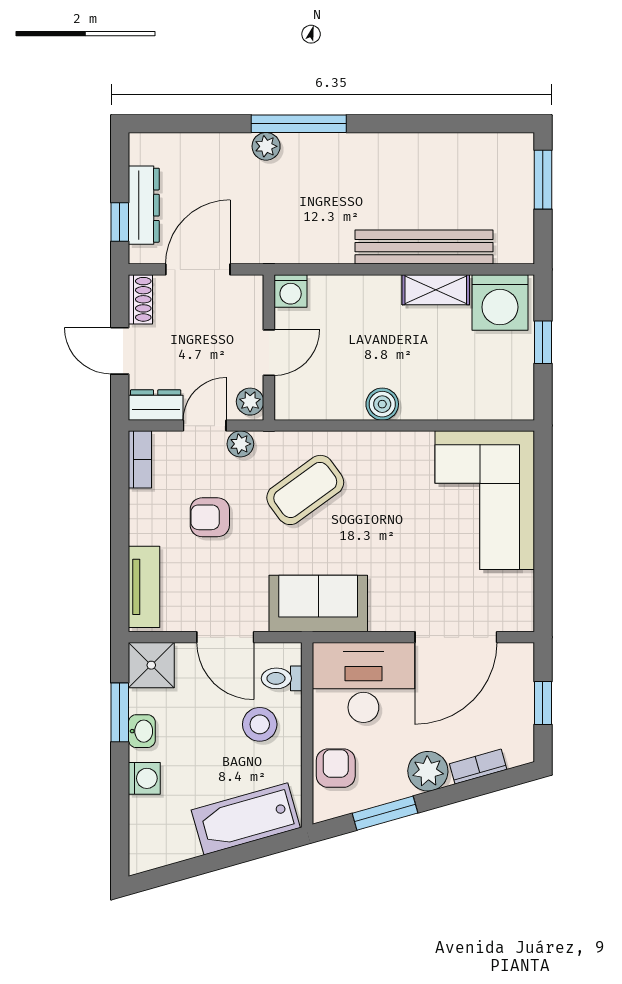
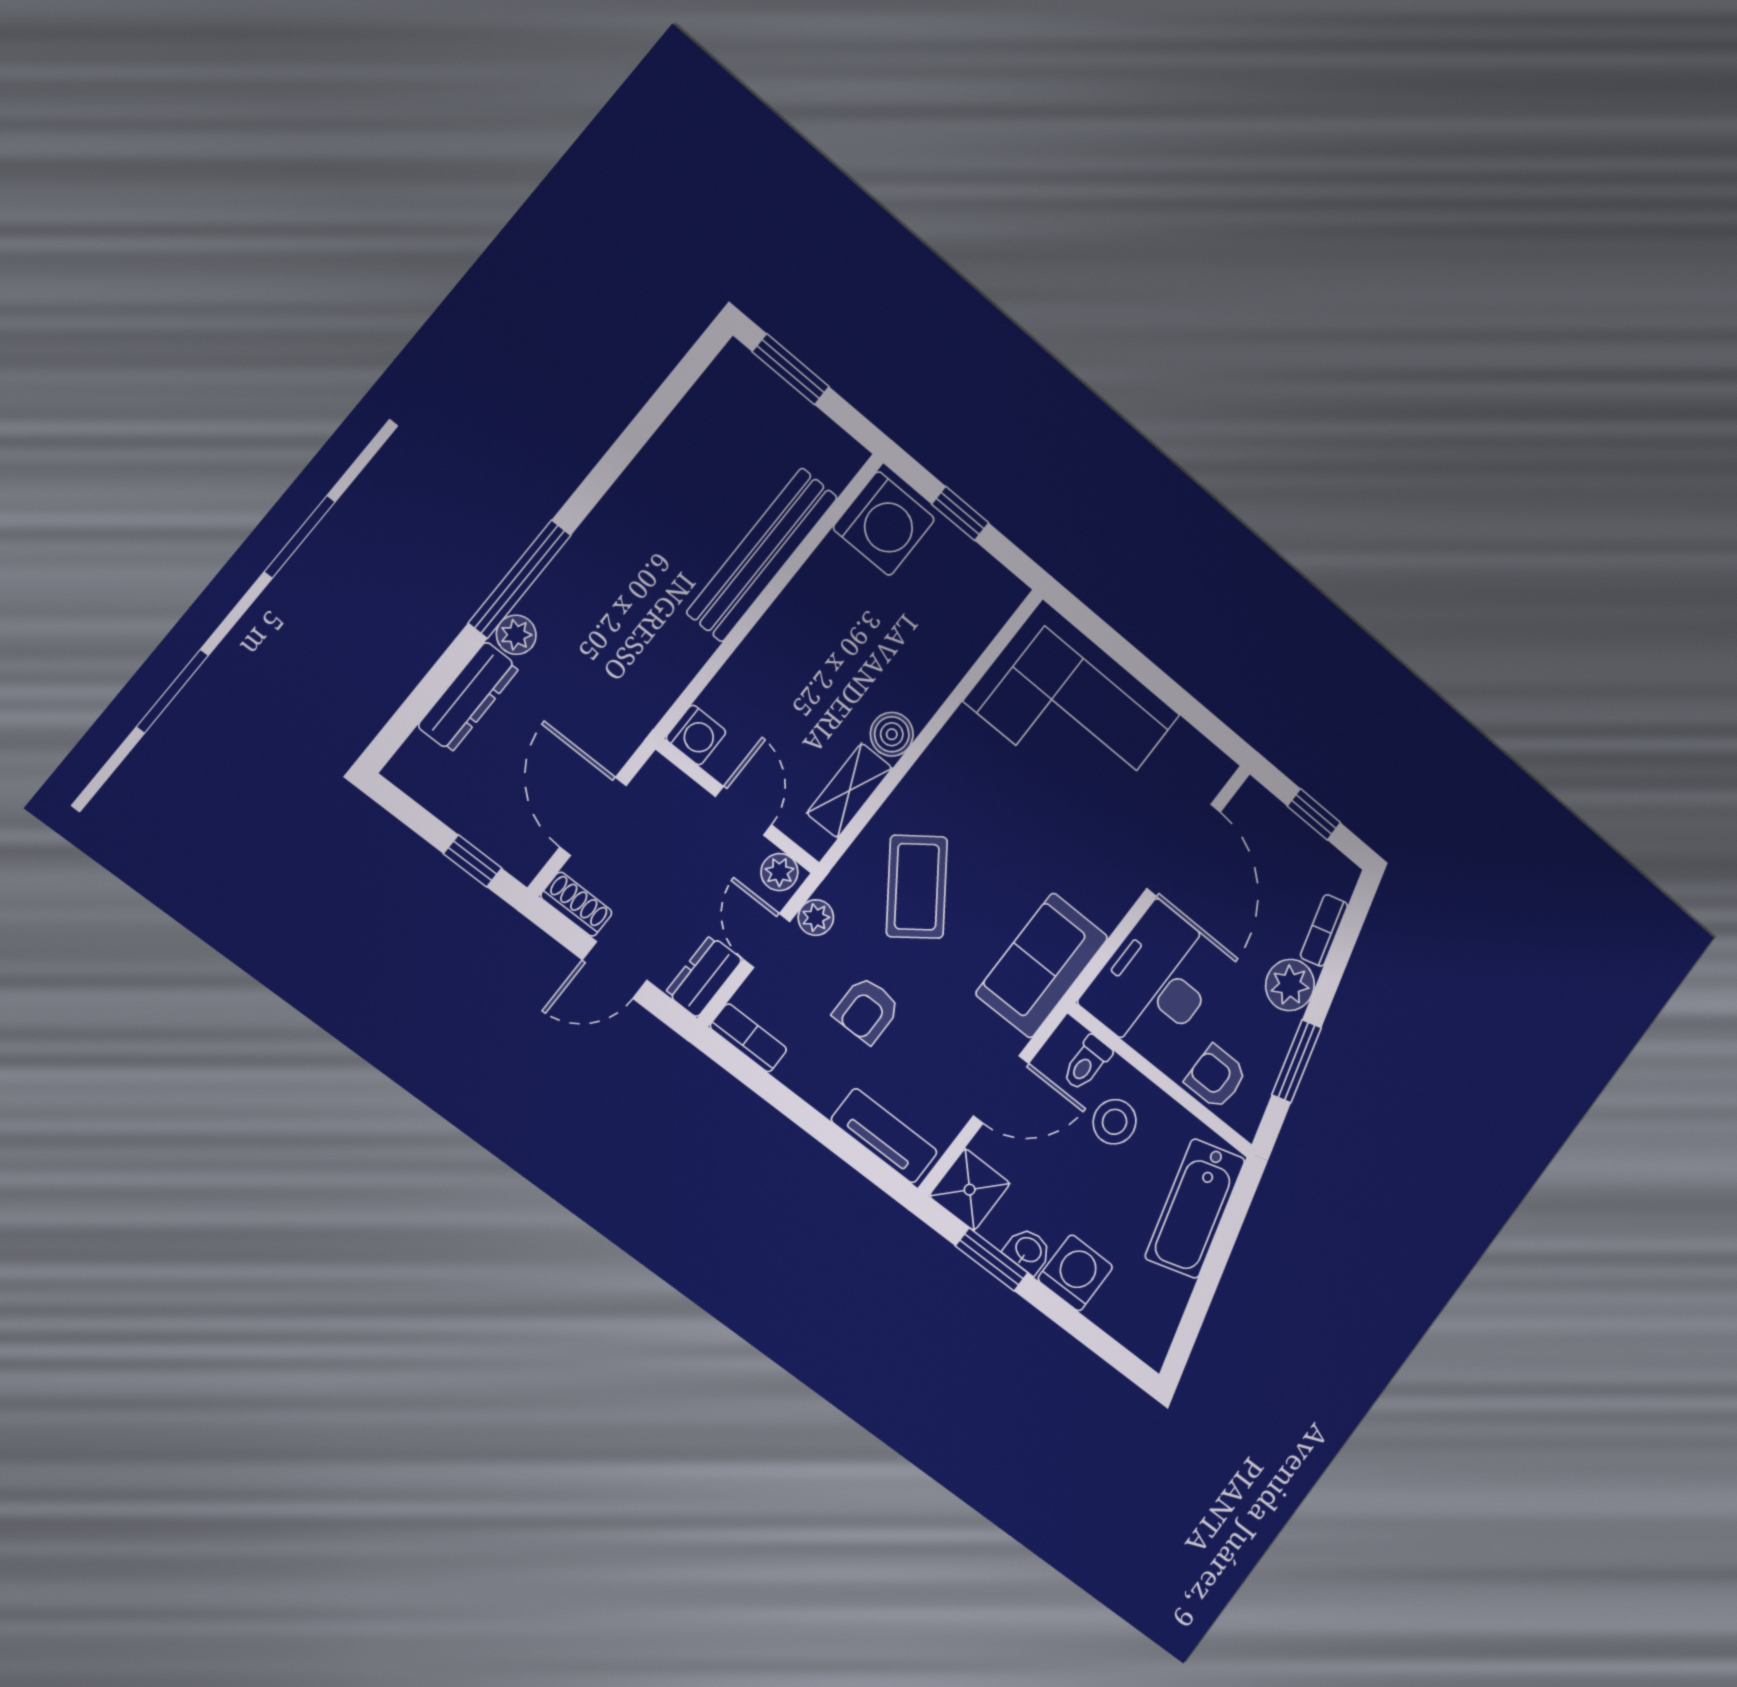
dresser: (144, 205) -> (469, 697), moved, turned 90
shelving: (436, 290) -> (850, 791), moved
washing machine: (144, 778) -> (1075, 1273), width x1.38, depth x1.38

